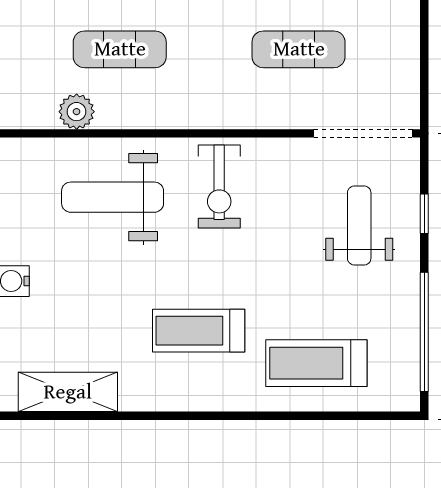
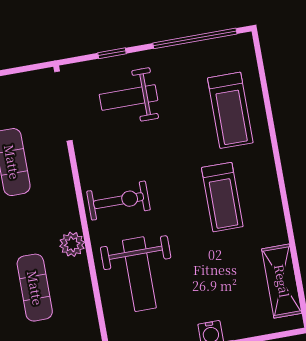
plant: (77, 112) -> (72, 244), moved

